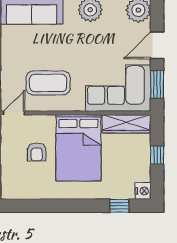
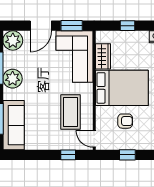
door: (157, 45) -> (41, 26), hinge flipped
wardrobe: (126, 124) -> (103, 56), width x0.67

